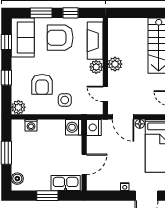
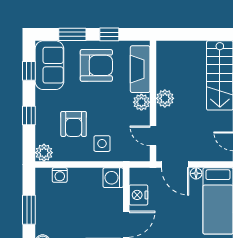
armchair: (60, 38) -> (96, 65), turned 180
nightstand: (94, 127) -> (139, 195), moved

